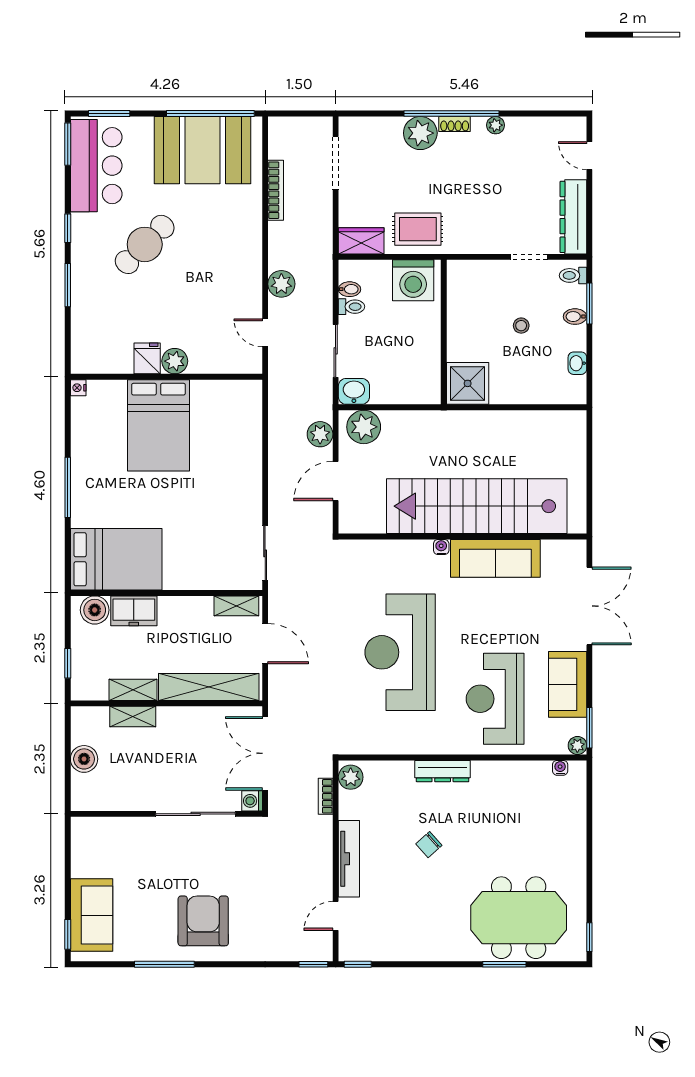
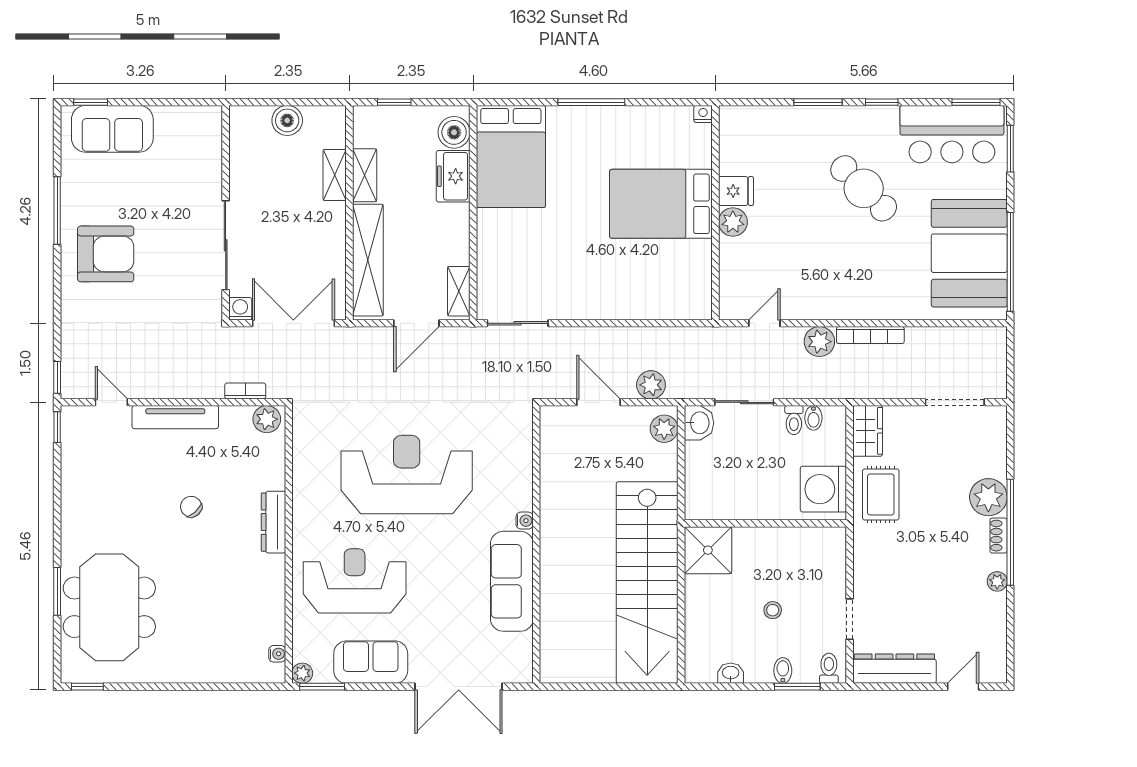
bookcase: (276, 190) -> (870, 335), moved
plant: (364, 427) -> (664, 429), width x0.73, depth x0.73
stairs: (477, 506) -> (647, 583), moved, turned 180

